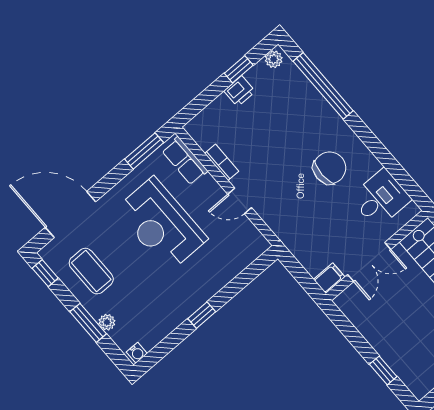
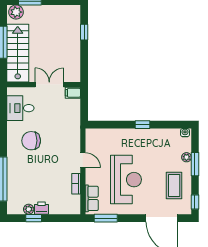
plant: (274, 59) -> (29, 209), moved

